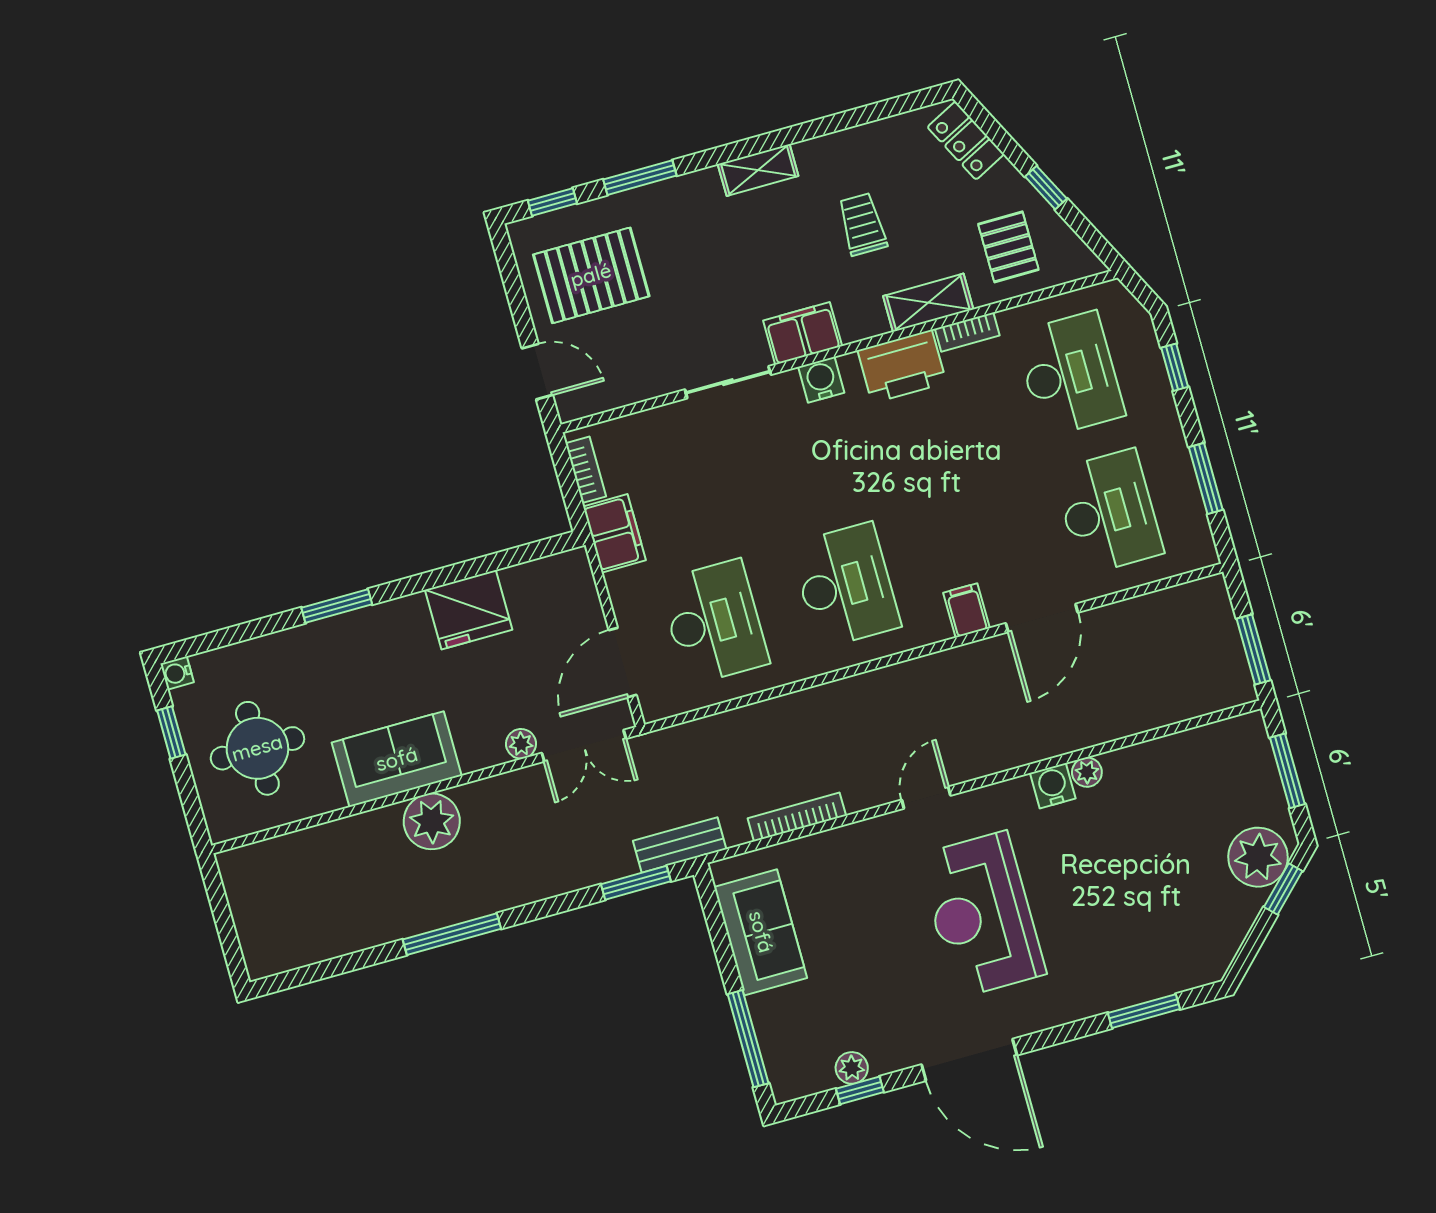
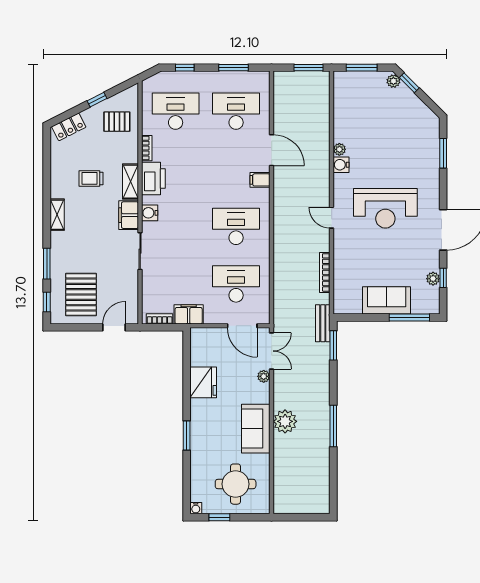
shelving: (928, 303) -> (130, 182), moved
plant: (1258, 857) -> (393, 81), width x0.53, depth x0.53
sofa: (761, 932) -> (387, 300), moved

